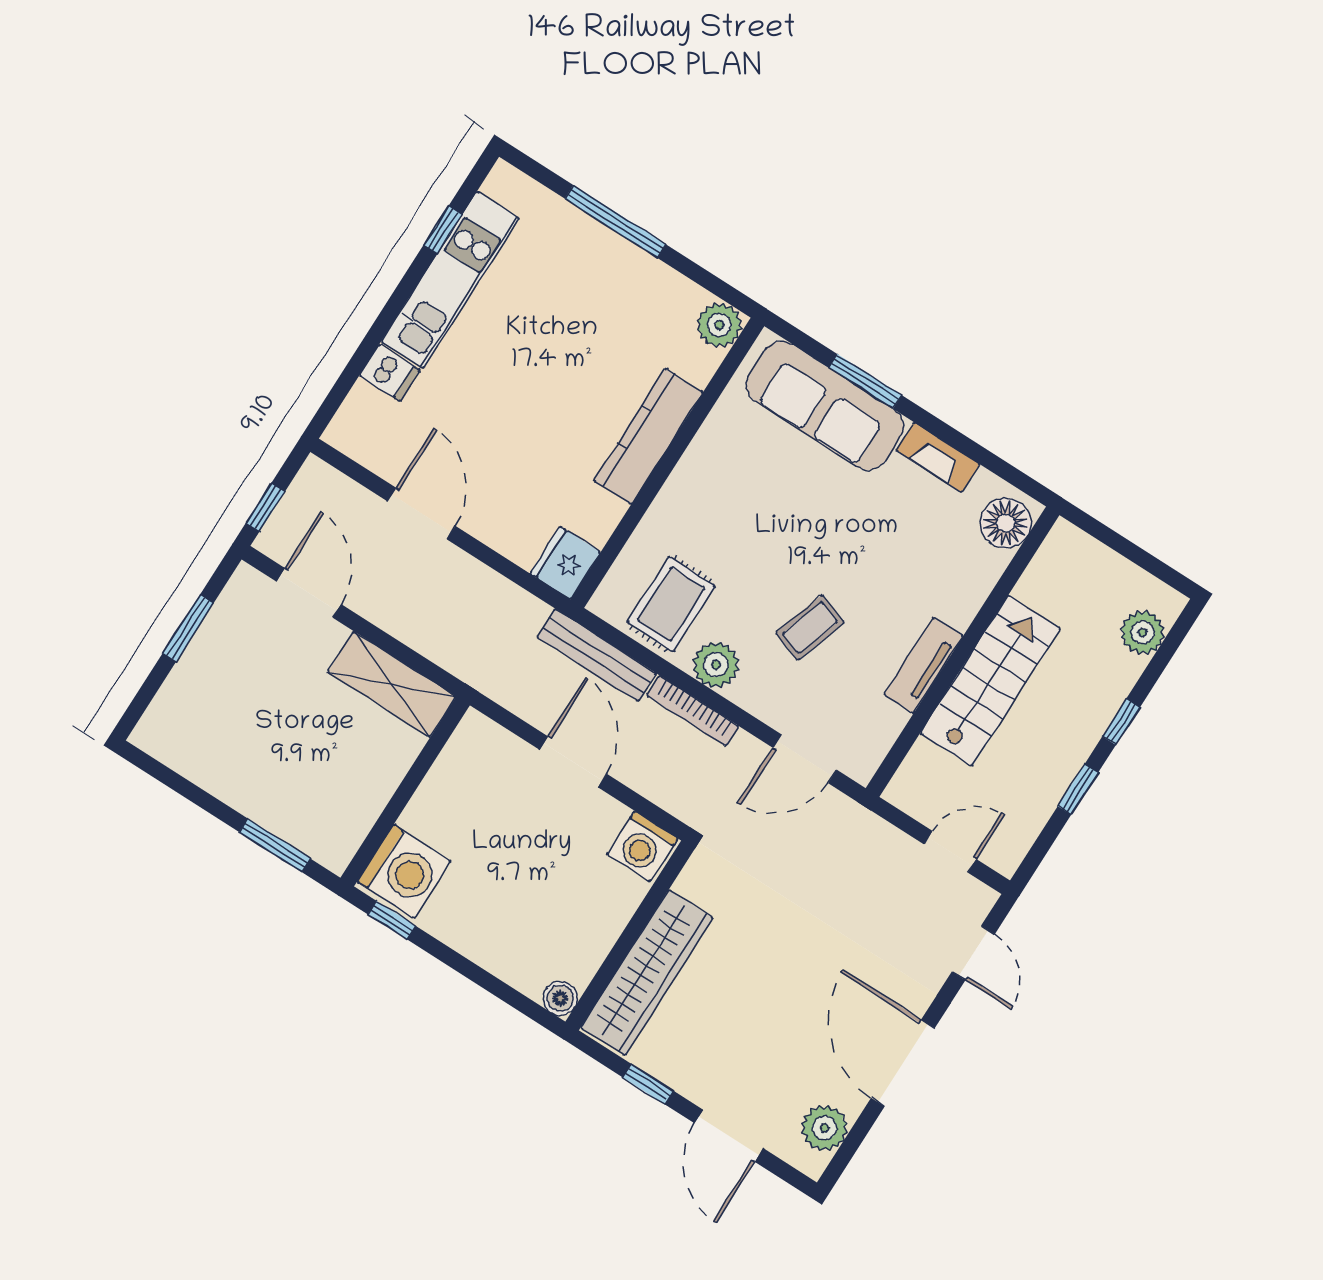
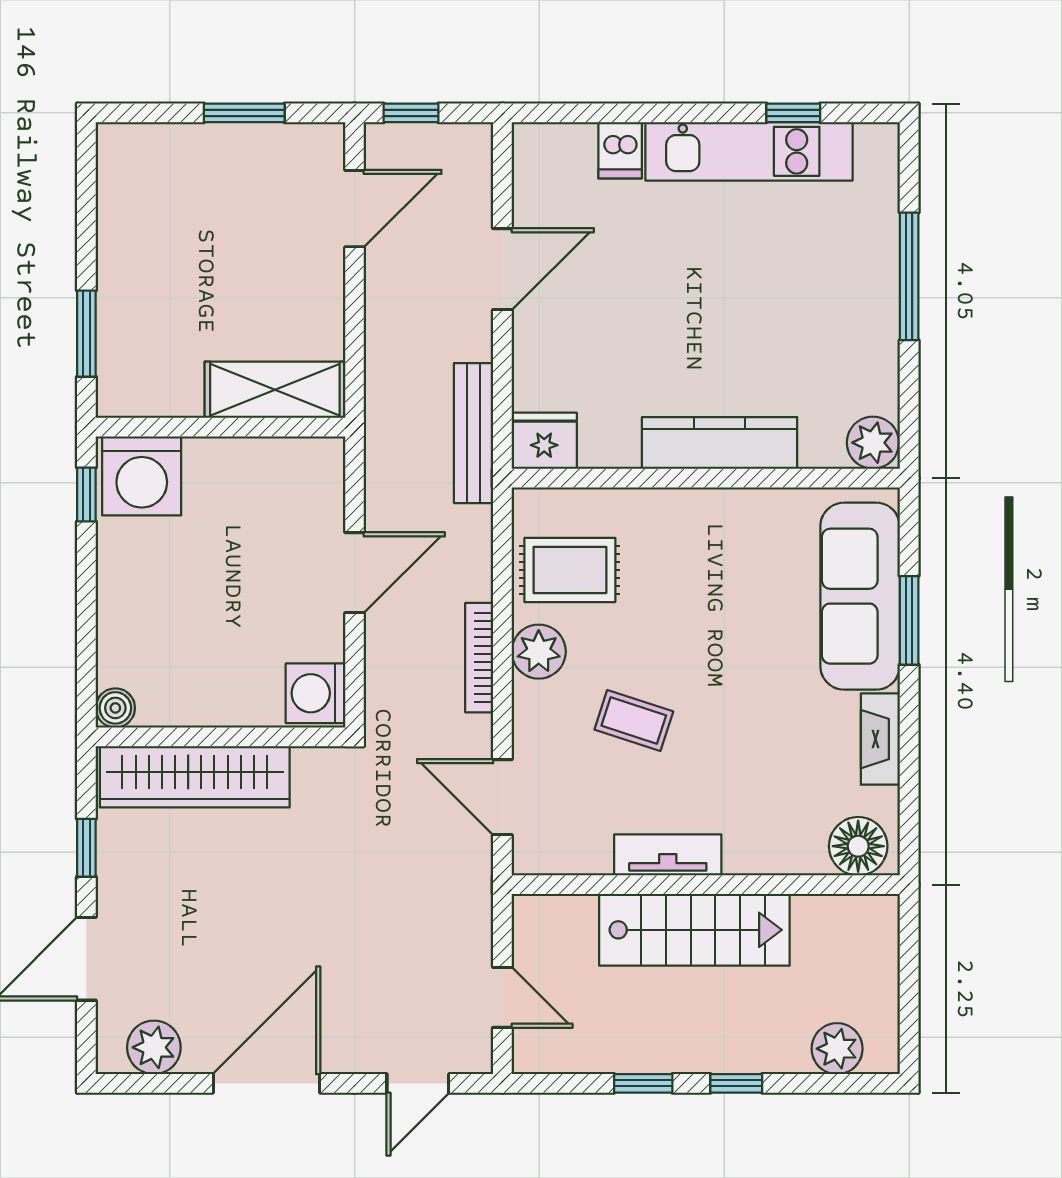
bench: (597, 655) -> (474, 433), moved
shelving: (392, 684) -> (275, 390), moved, turned 90

